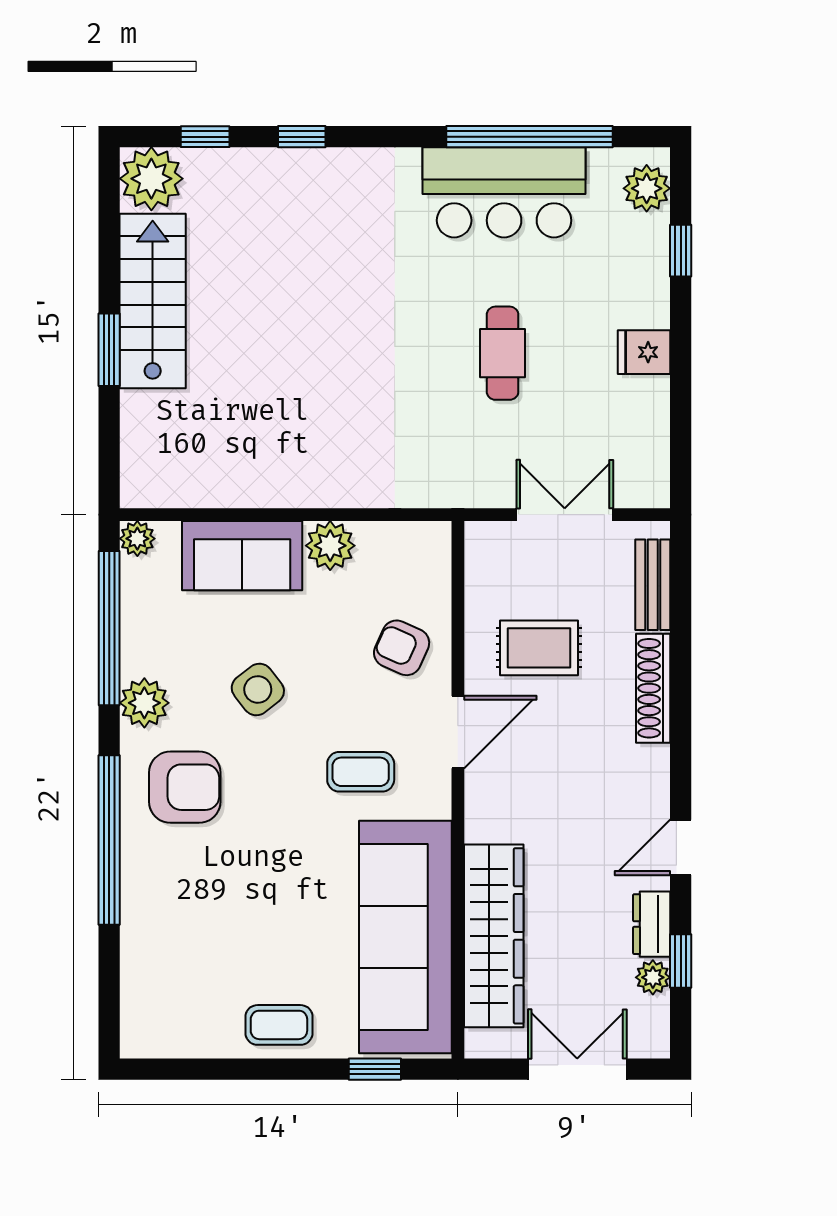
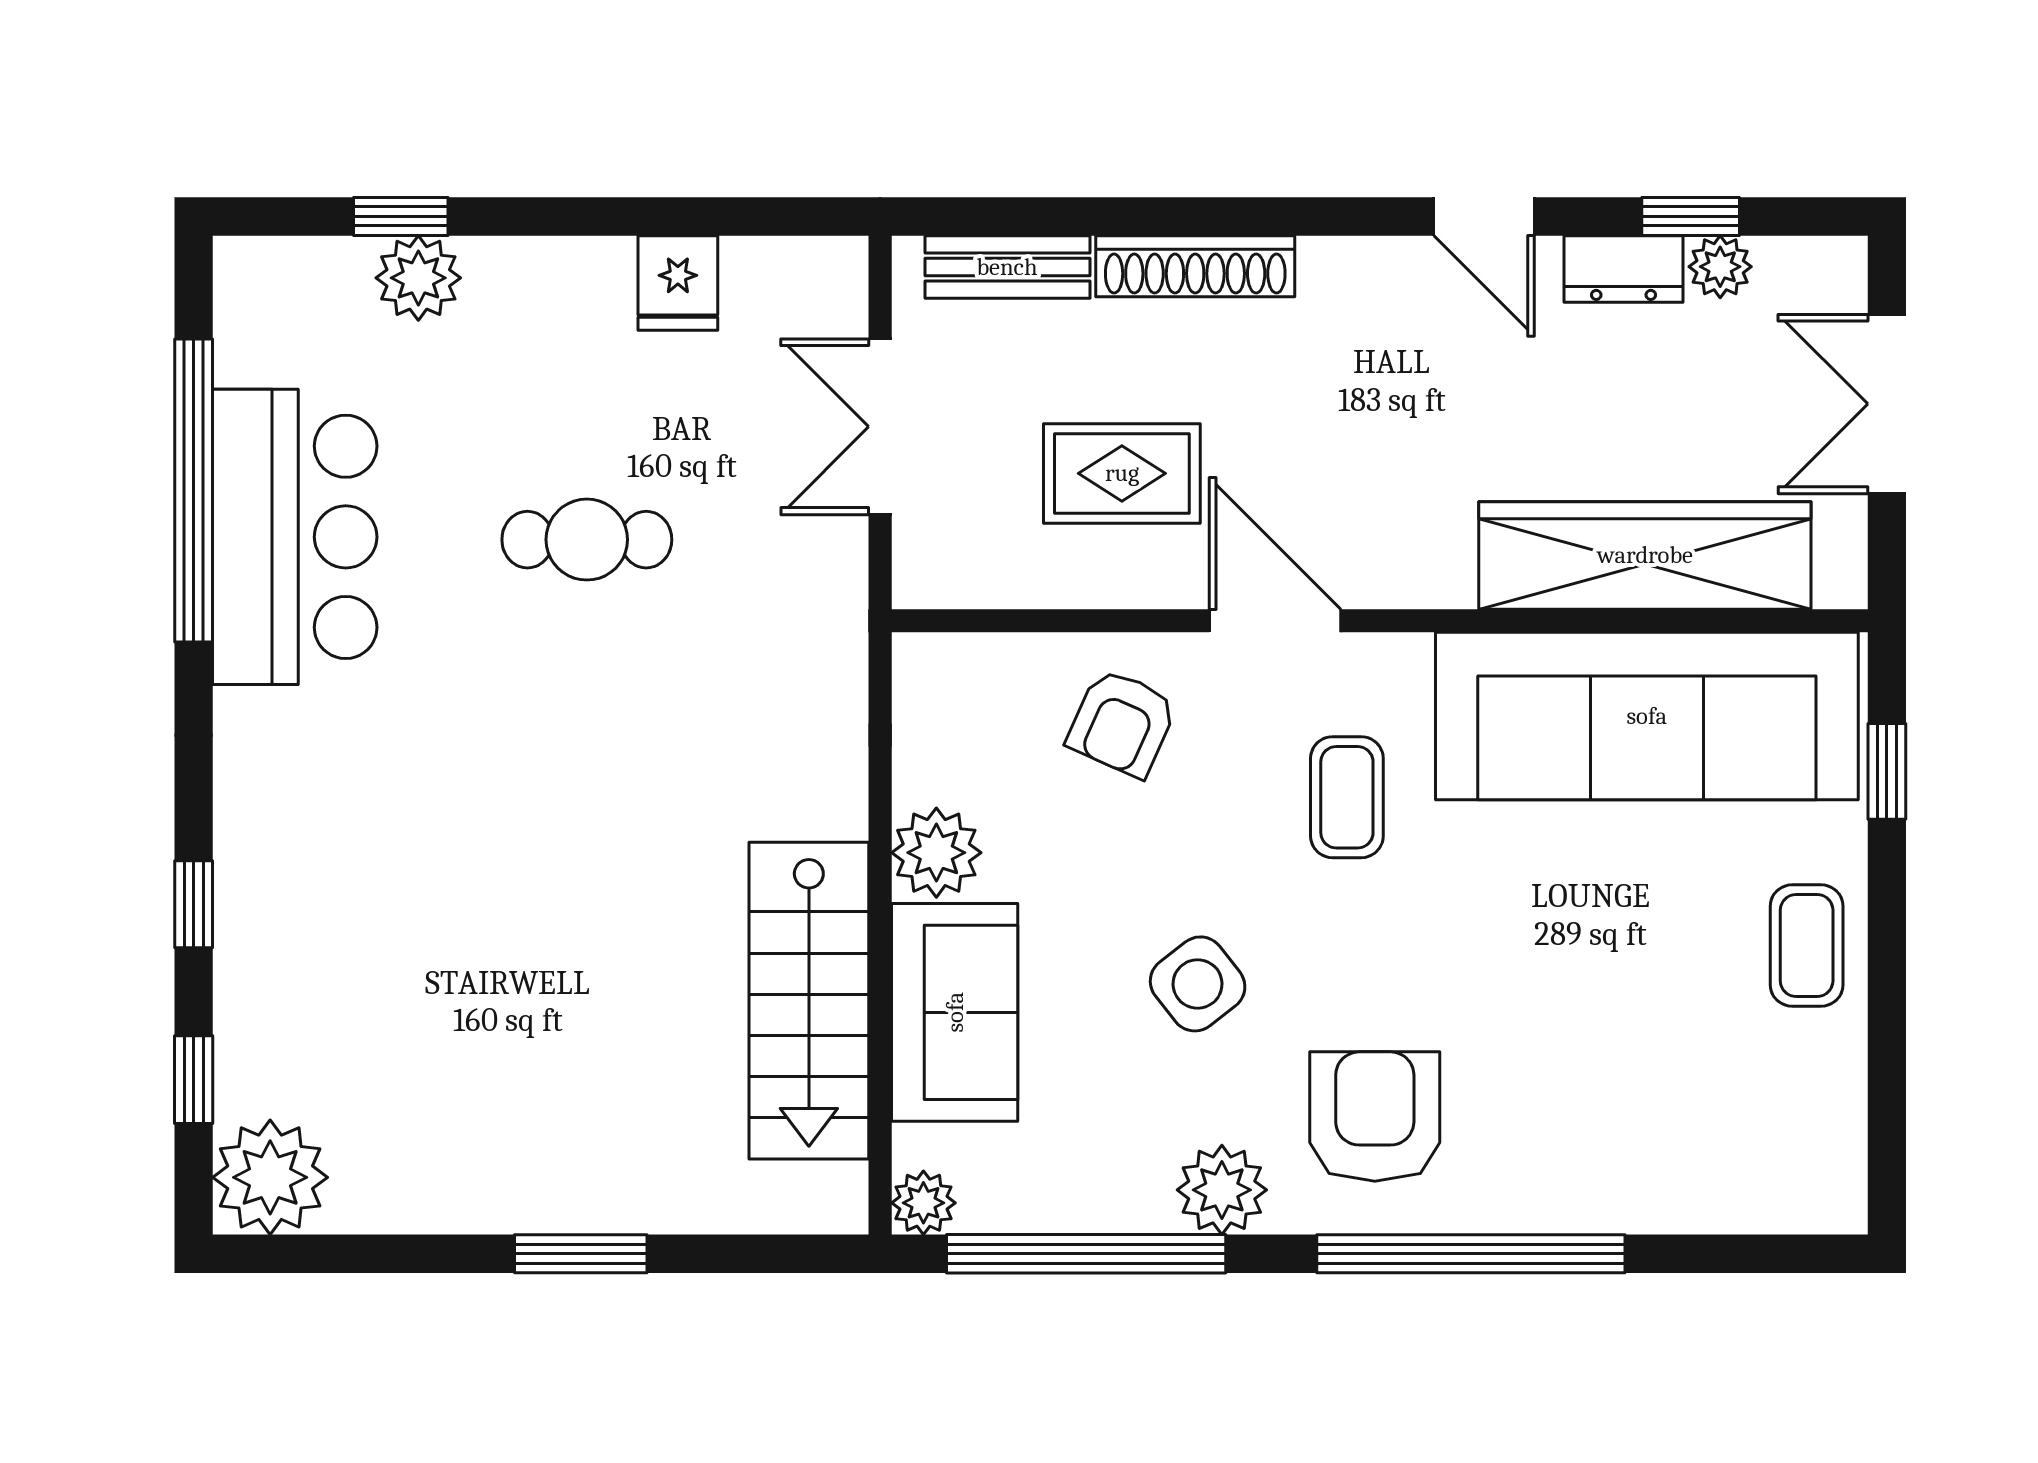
plant: (647, 188) -> (418, 278), moved
stairs: (153, 301) -> (809, 1001), moved, turned -90
fridge: (644, 352) -> (678, 283), moved
rug: (539, 648) -> (1122, 473), turned 90

